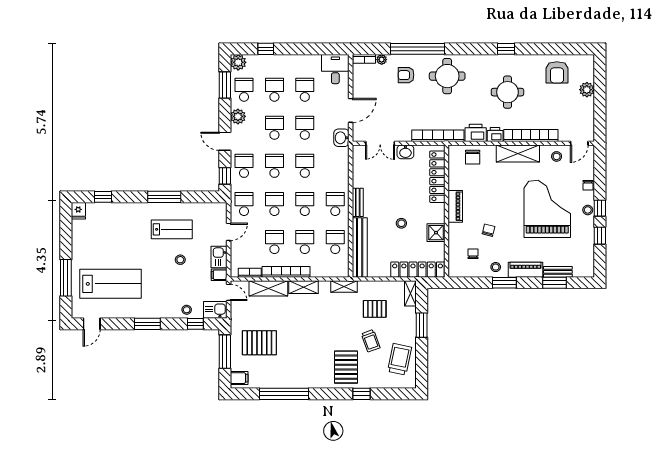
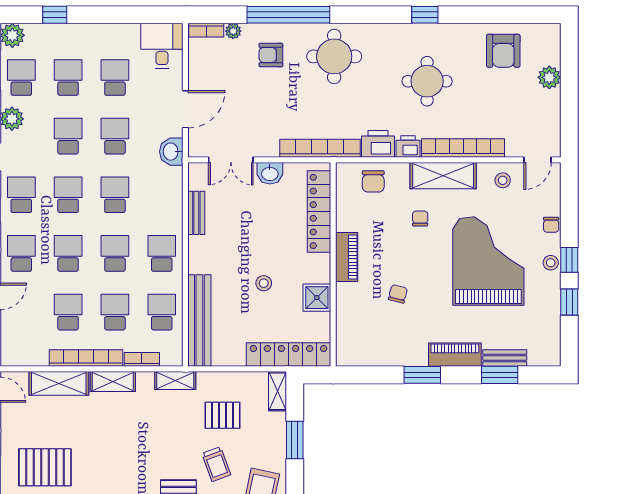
bench: (358, 202) -> (196, 213), moved
chair: (473, 254) -> (420, 219), moved
stool: (496, 267) -> (409, 351), removed
bookcase: (250, 273) -> (142, 359), moved

